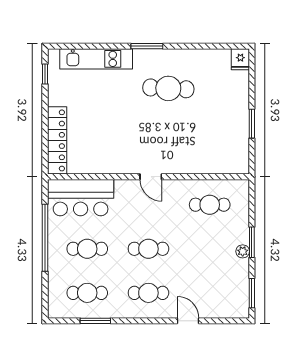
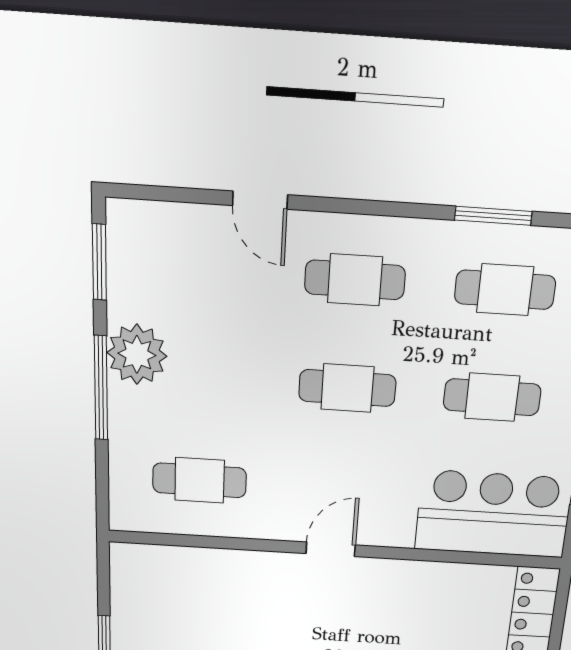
door: (151, 177) -> (331, 549), hinge flipped
window: (252, 242) -> (101, 388), width x1.44
plant: (243, 251) -> (137, 354), width x1.87, depth x1.87

